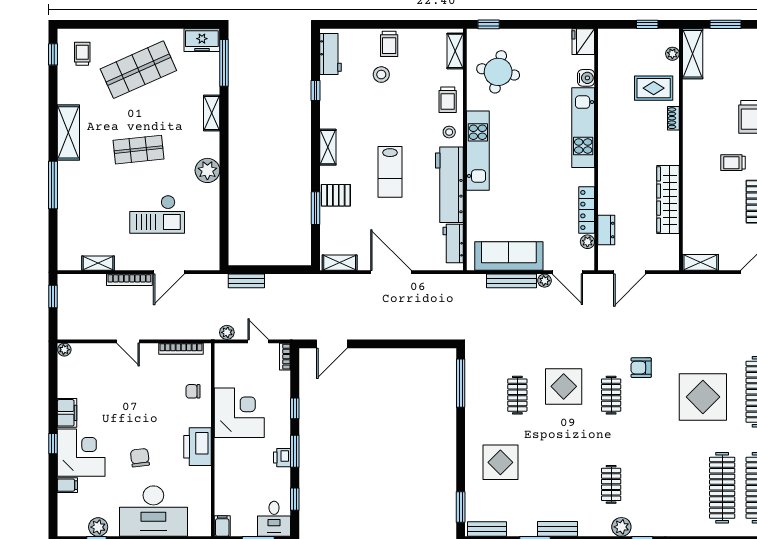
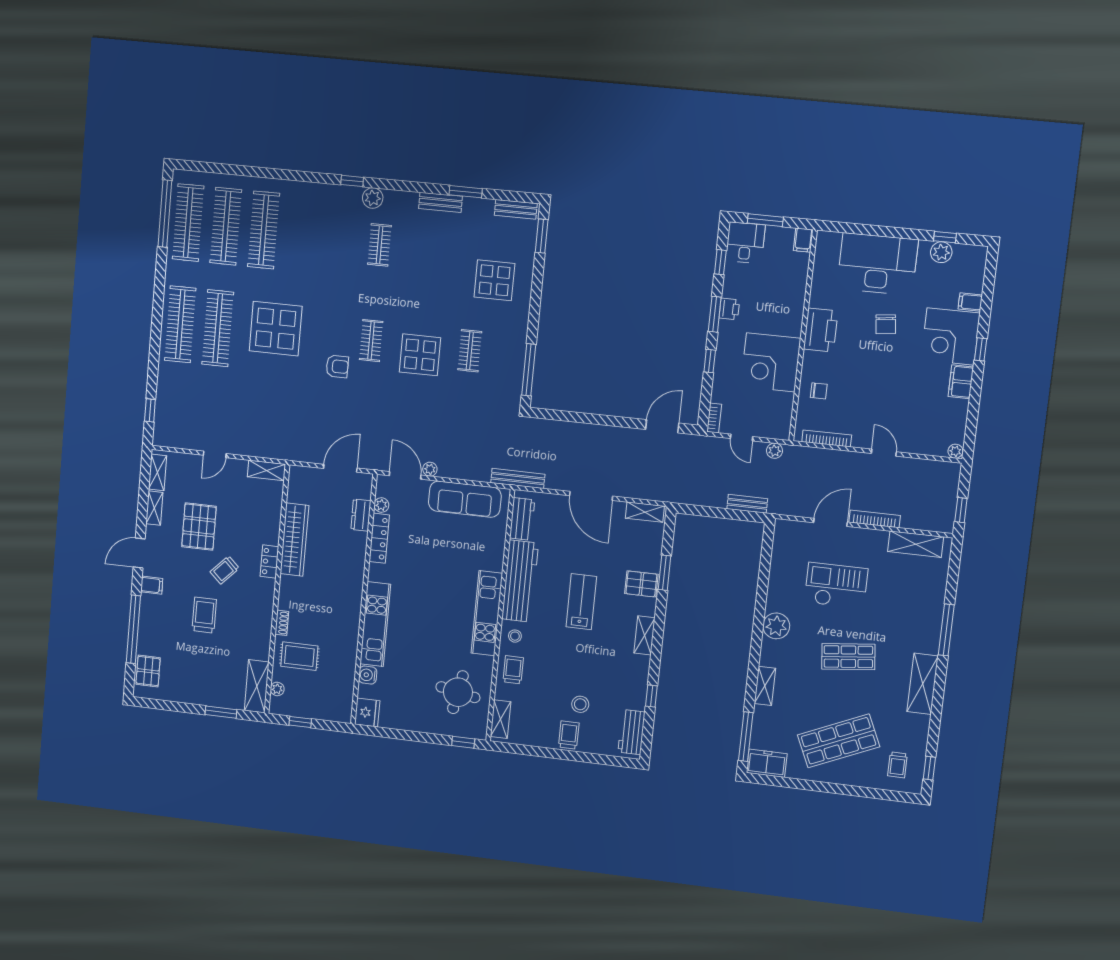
trolley: (733, 163) -> (225, 570), turned 134
locker: (690, 176) -> (269, 562), added
shelving: (98, 263) -> (916, 544), width x1.50, depth x1.33
bench: (511, 281) -> (518, 479), moved

